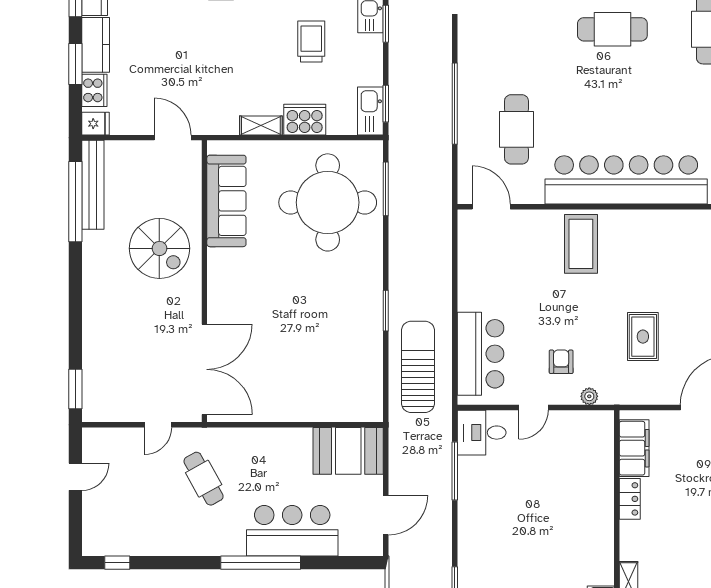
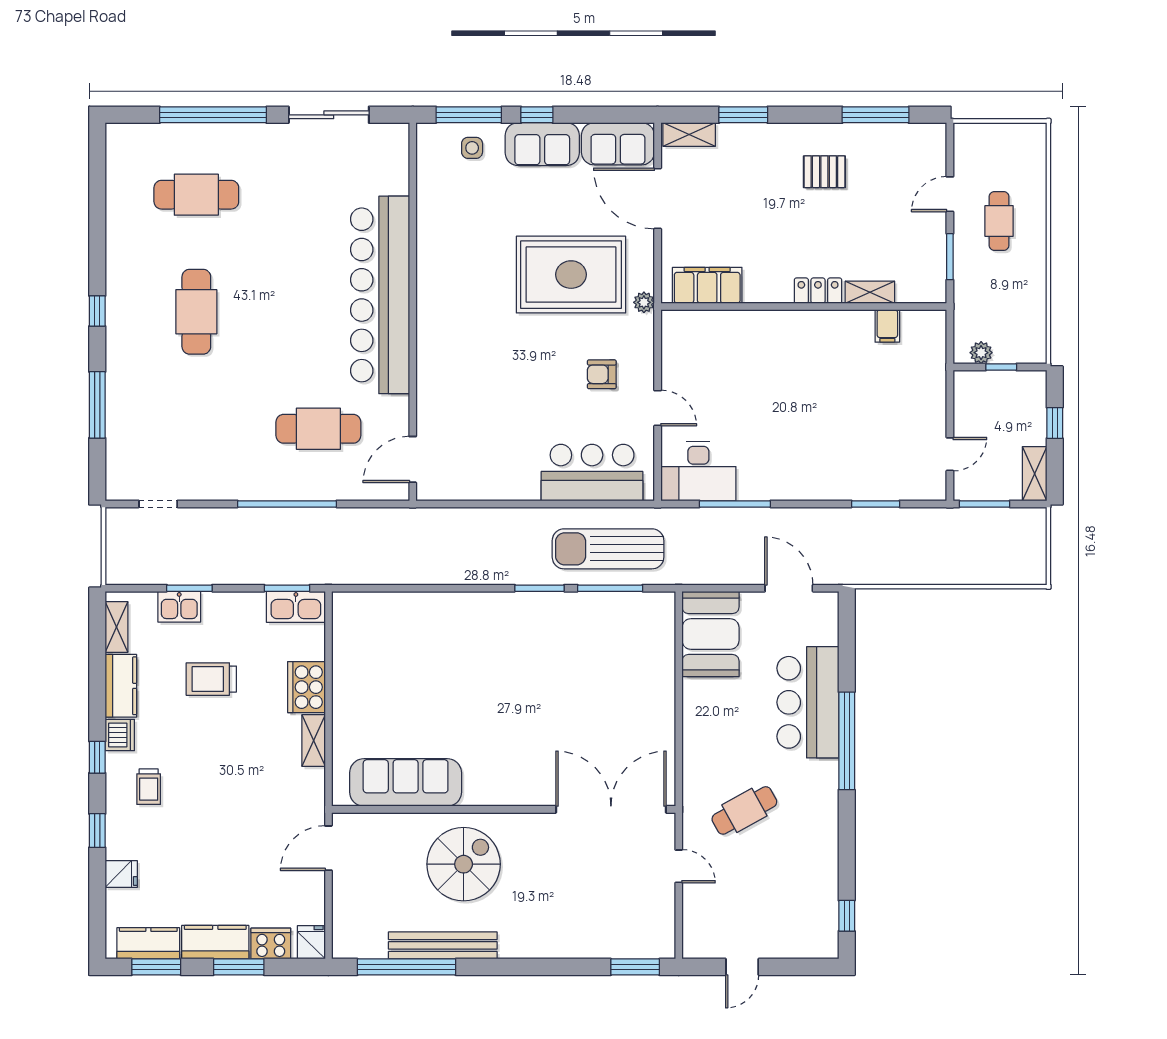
bench: (93, 185) -> (443, 945), moved
window: (386, 189) -> (610, 588), moved
round table: (328, 202) -> (408, 659), removed
coffee table: (581, 244) -> (458, 350), removed
rug: (643, 337) -> (571, 275), width x1.86, depth x2.06
plant: (589, 396) -> (644, 302), moved
desk: (482, 433) -> (698, 471), width x1.37
door: (75, 477) -> (742, 967), swing flipped
locker: (630, 499) -> (818, 291), moved

